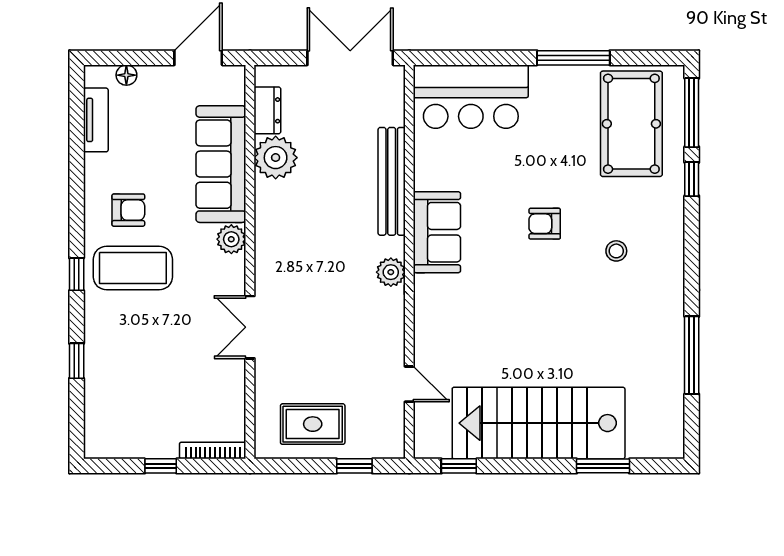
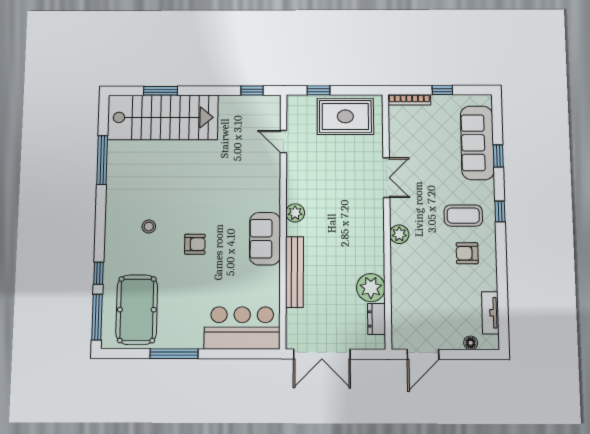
sofa: (221, 164) -> (477, 143), moved, turned 180
coffee table: (133, 268) -> (463, 216), width x0.73, depth x0.76
stairs: (539, 423) -> (163, 117), moved
rug: (313, 424) -> (345, 116), width x1.36, depth x1.43

